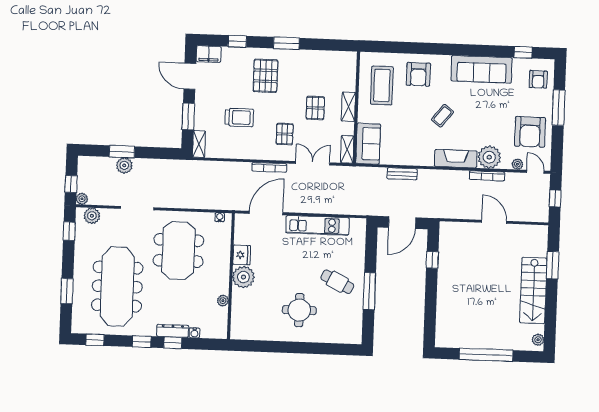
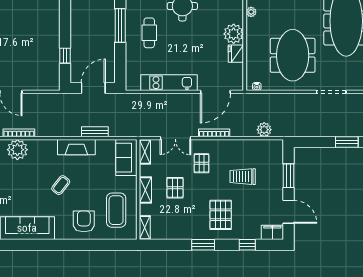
shelving: (199, 144) -> (145, 228), moved
fireplace: (456, 159) -> (76, 147), moved
plant: (124, 165) -> (264, 130), moved
cafe table: (337, 282) -> (149, 33), turned 64

